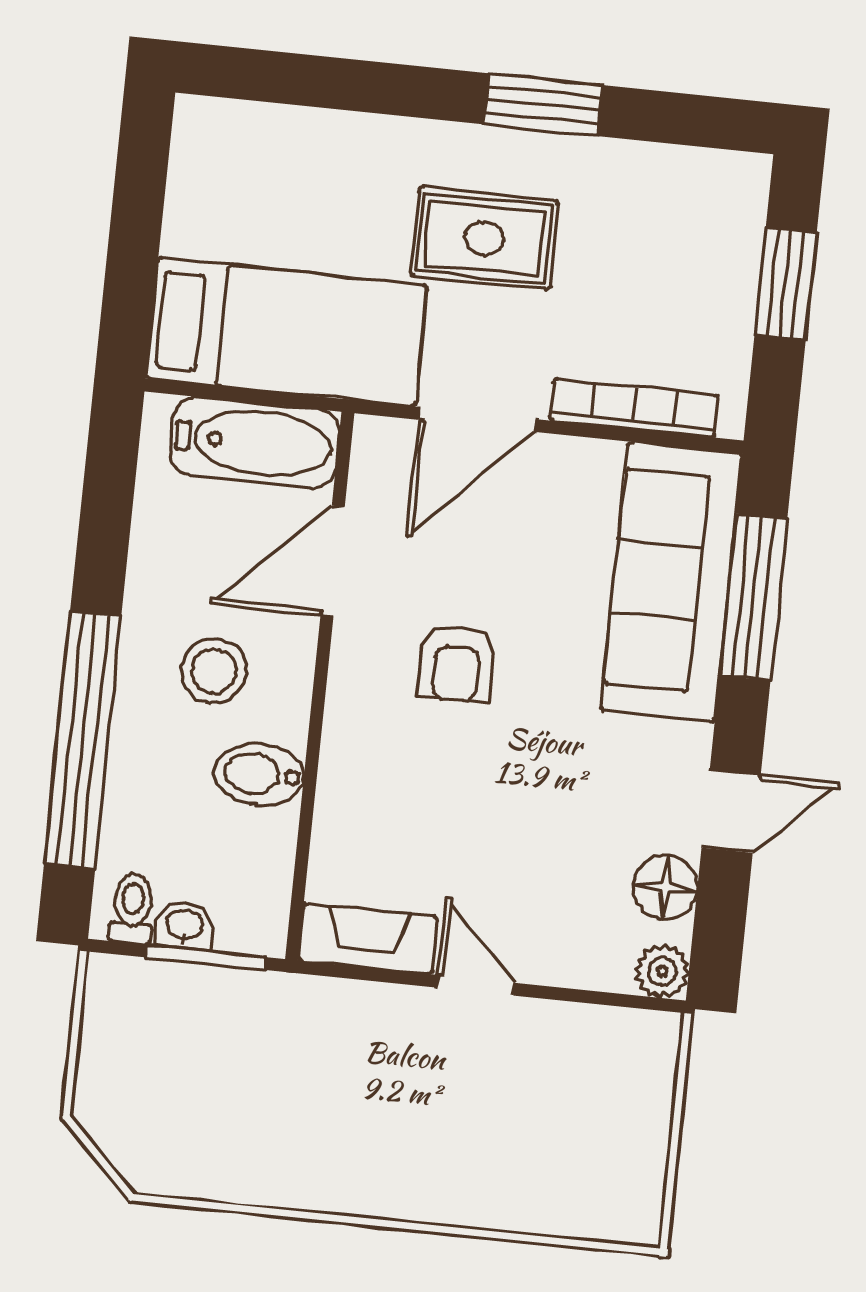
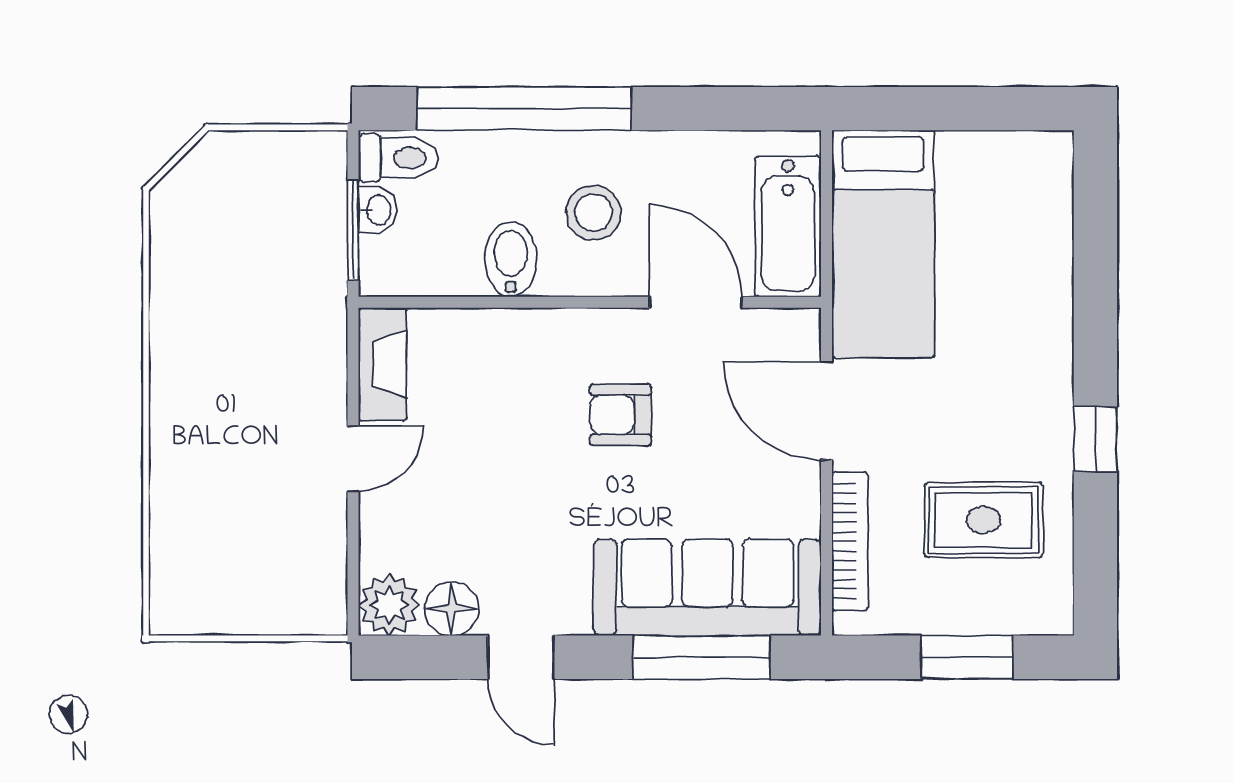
window: (544, 105) -> (1095, 439), width x0.67
rug: (484, 238) -> (984, 520), moved, turned 90
toilet: (132, 909) -> (399, 158), width x1.37, depth x1.39
plant: (662, 971) -> (389, 605), width x1.38, depth x1.38

